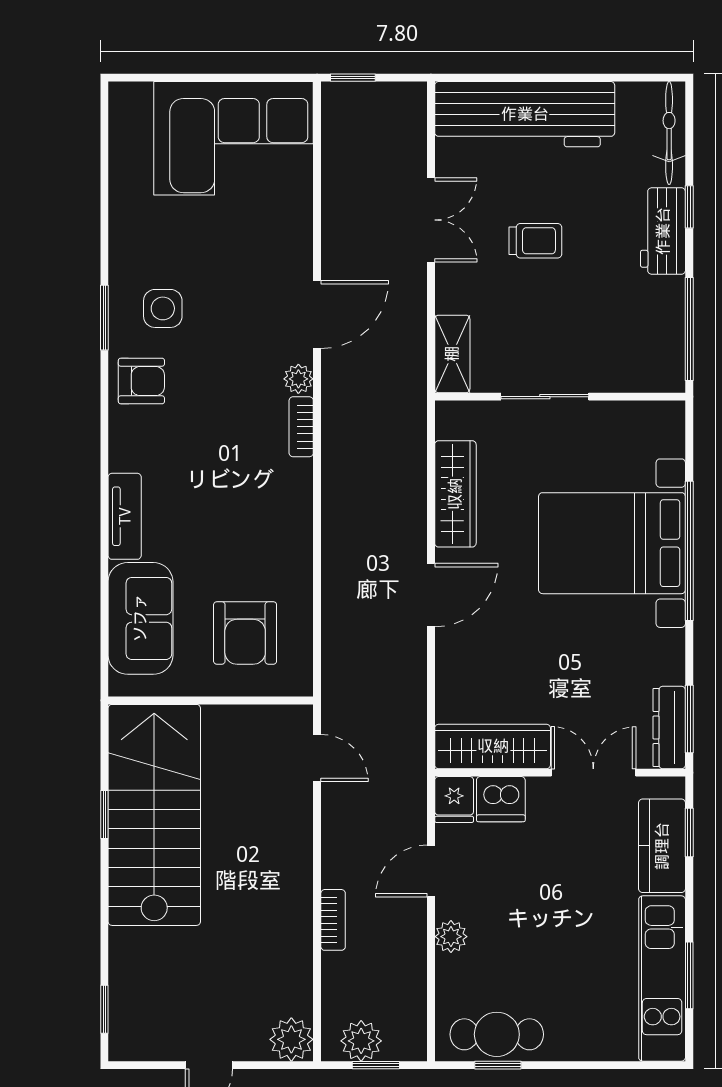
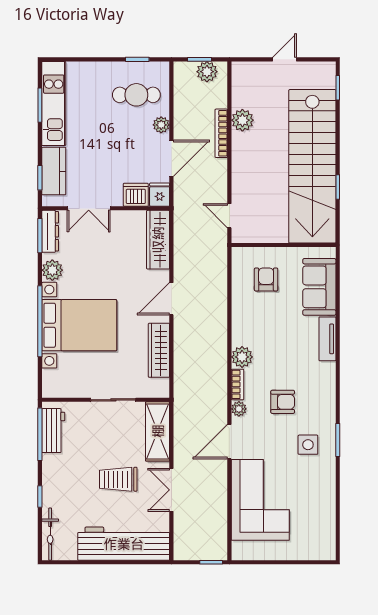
corner sofa: (234, 138) -> (260, 500), moved, turned 90
workbench: (663, 231) -> (53, 431), moved
trolley: (535, 241) -> (118, 479), width x1.36, depth x1.39
shelving: (452, 354) -> (158, 431), width x1.50, depth x1.33
armchair: (141, 381) -> (283, 402), moved, turned 180
plant: (292, 481) -> (242, 357), added
armchair: (245, 633) -> (266, 279), width x0.72, depth x0.72
plant: (665, 651) -> (52, 270), added
wardrobe: (493, 746) -> (158, 240), moved, turned 90
stairs: (154, 815) -> (312, 166), width x1.36
door: (431, 871) -> (171, 158), width x1.38
bookcase: (333, 920) -> (221, 133), width x1.56
cafe table: (497, 1034) -> (136, 95), moved
plant: (291, 1039) -> (242, 120), moved

